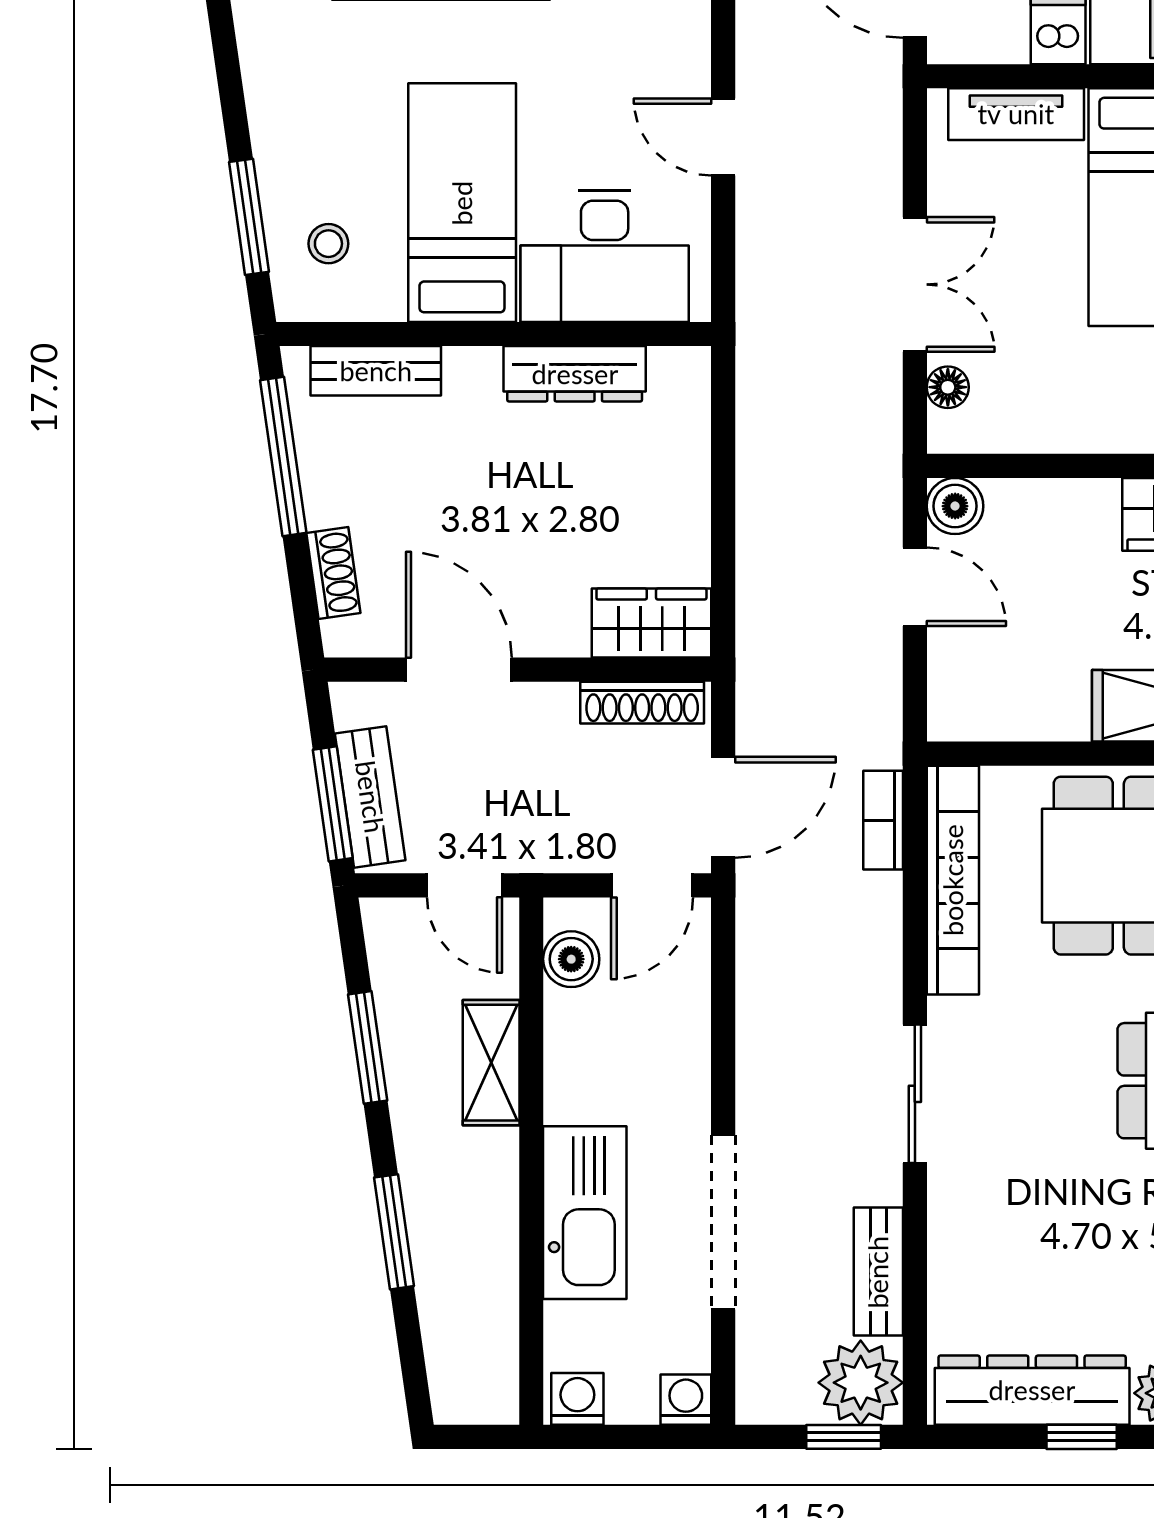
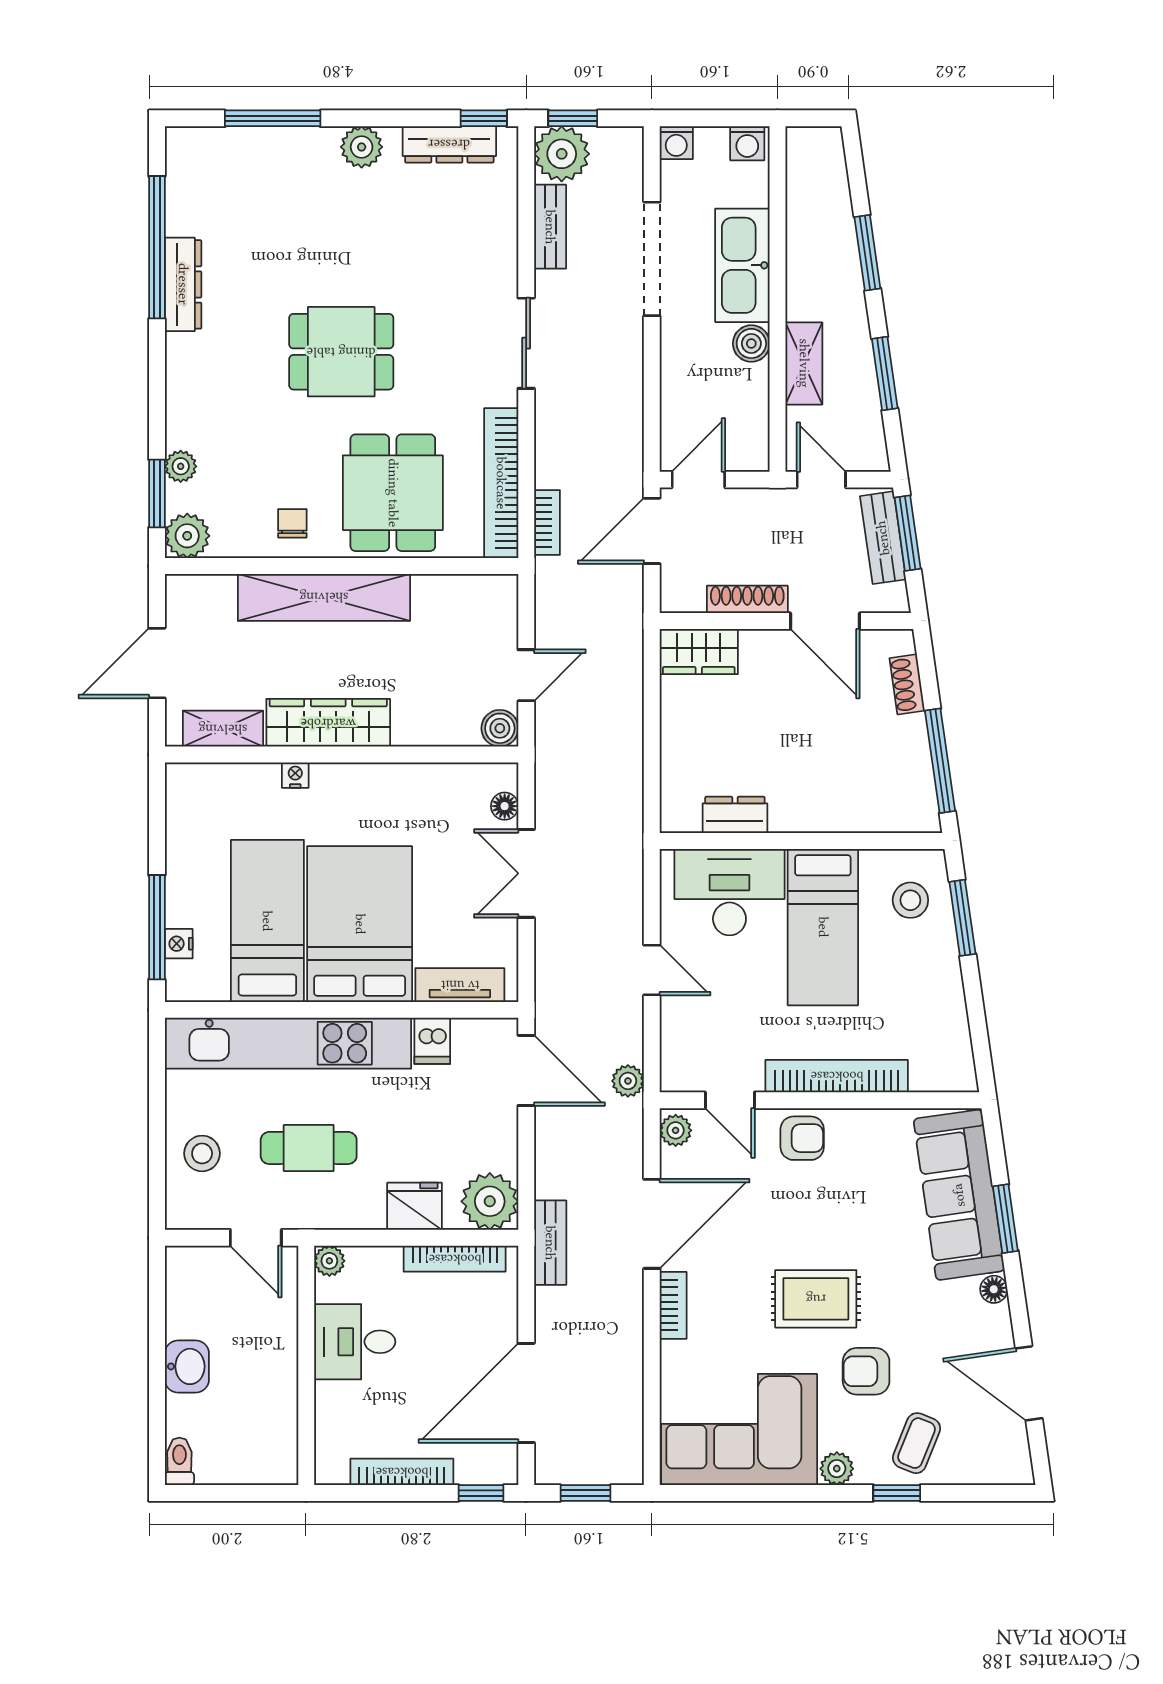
stool: (328, 244) -> (910, 900), width x1.37, depth x1.37
bench: (376, 371) -> (879, 817), removed
dresser: (575, 374) -> (735, 815), width x0.70
door: (915, 587) -> (526, 675), swing flipped
shoe rack: (642, 703) -> (747, 599), moved
boiler: (571, 959) -> (751, 343), moved
dresser: (1032, 1390) -> (449, 144), width x0.73, depth x0.80
window: (1082, 1437) -> (484, 118), moved

